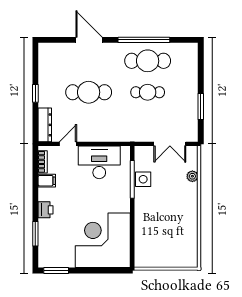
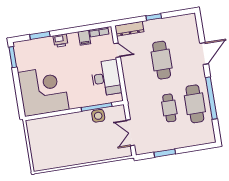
plant: (192, 176) -> (107, 155), removed

